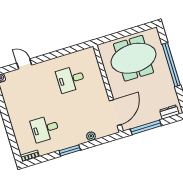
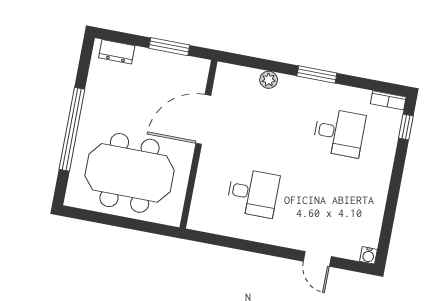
door: (115, 113) -> (203, 119), moved
window: (146, 127) -> (169, 47), width x0.69
window: (15, 148) -> (406, 127), added

